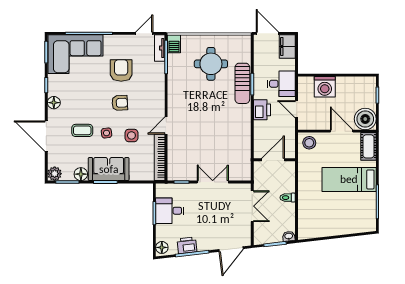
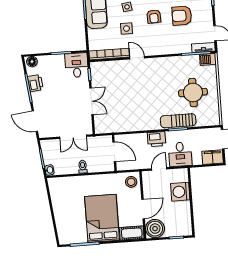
armchair: (121, 70) -> (182, 16), turned 180
bed: (349, 179) -> (102, 218), width x1.50
desk: (170, 211) -> (77, 65), moved

